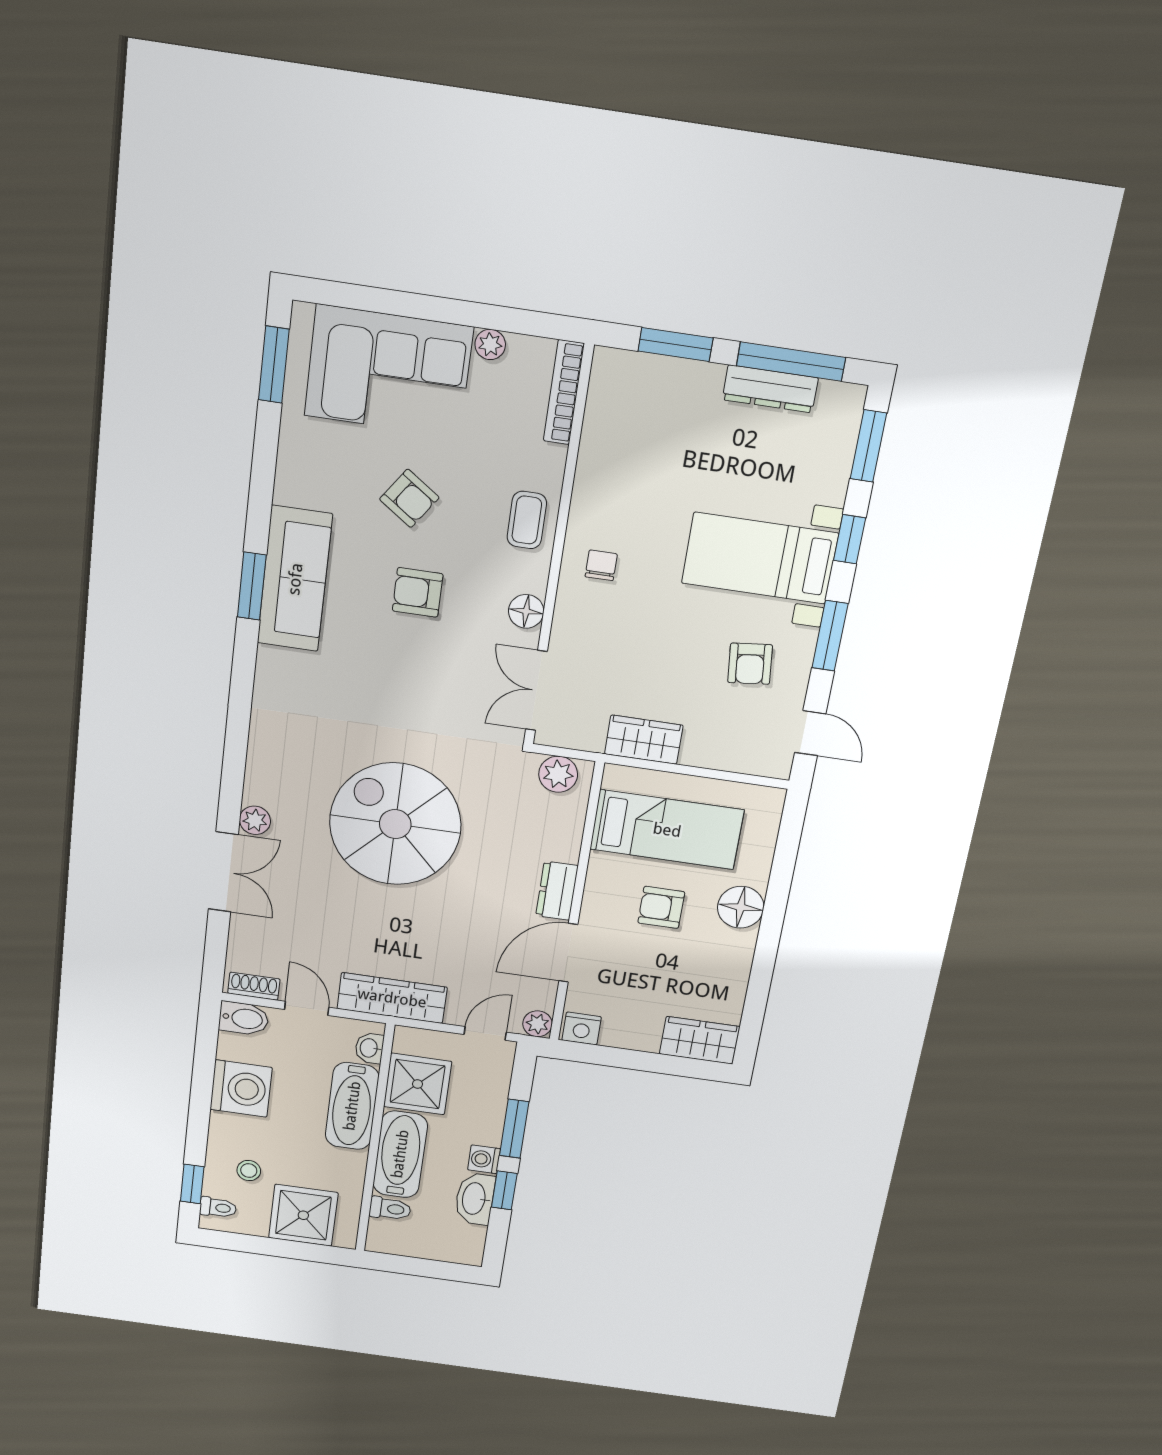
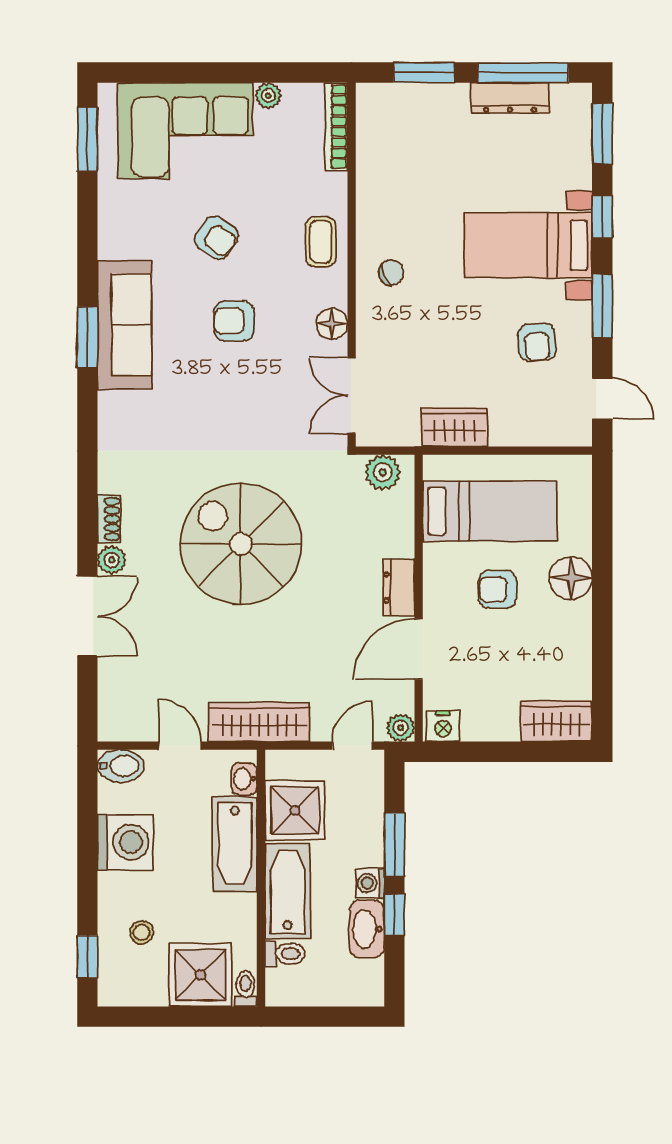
chair: (601, 565) -> (391, 272), turned 66
shoe rack: (254, 986) -> (109, 519), moved, turned 90
toilet: (218, 1208) -> (246, 989), moved, turned -90

